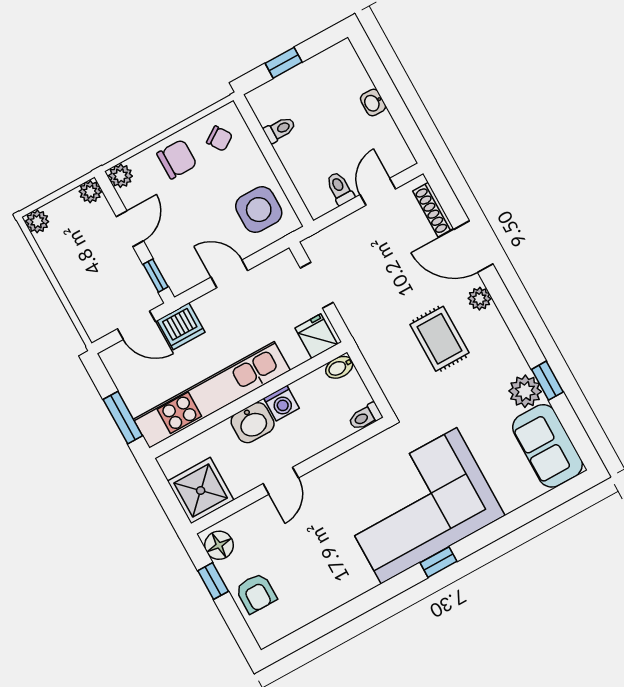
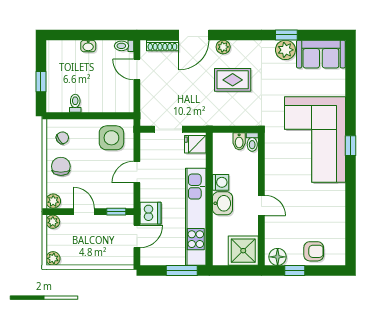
toilet: (340, 188) -> (124, 46), moved
bidet: (339, 367) -> (239, 141), moved

